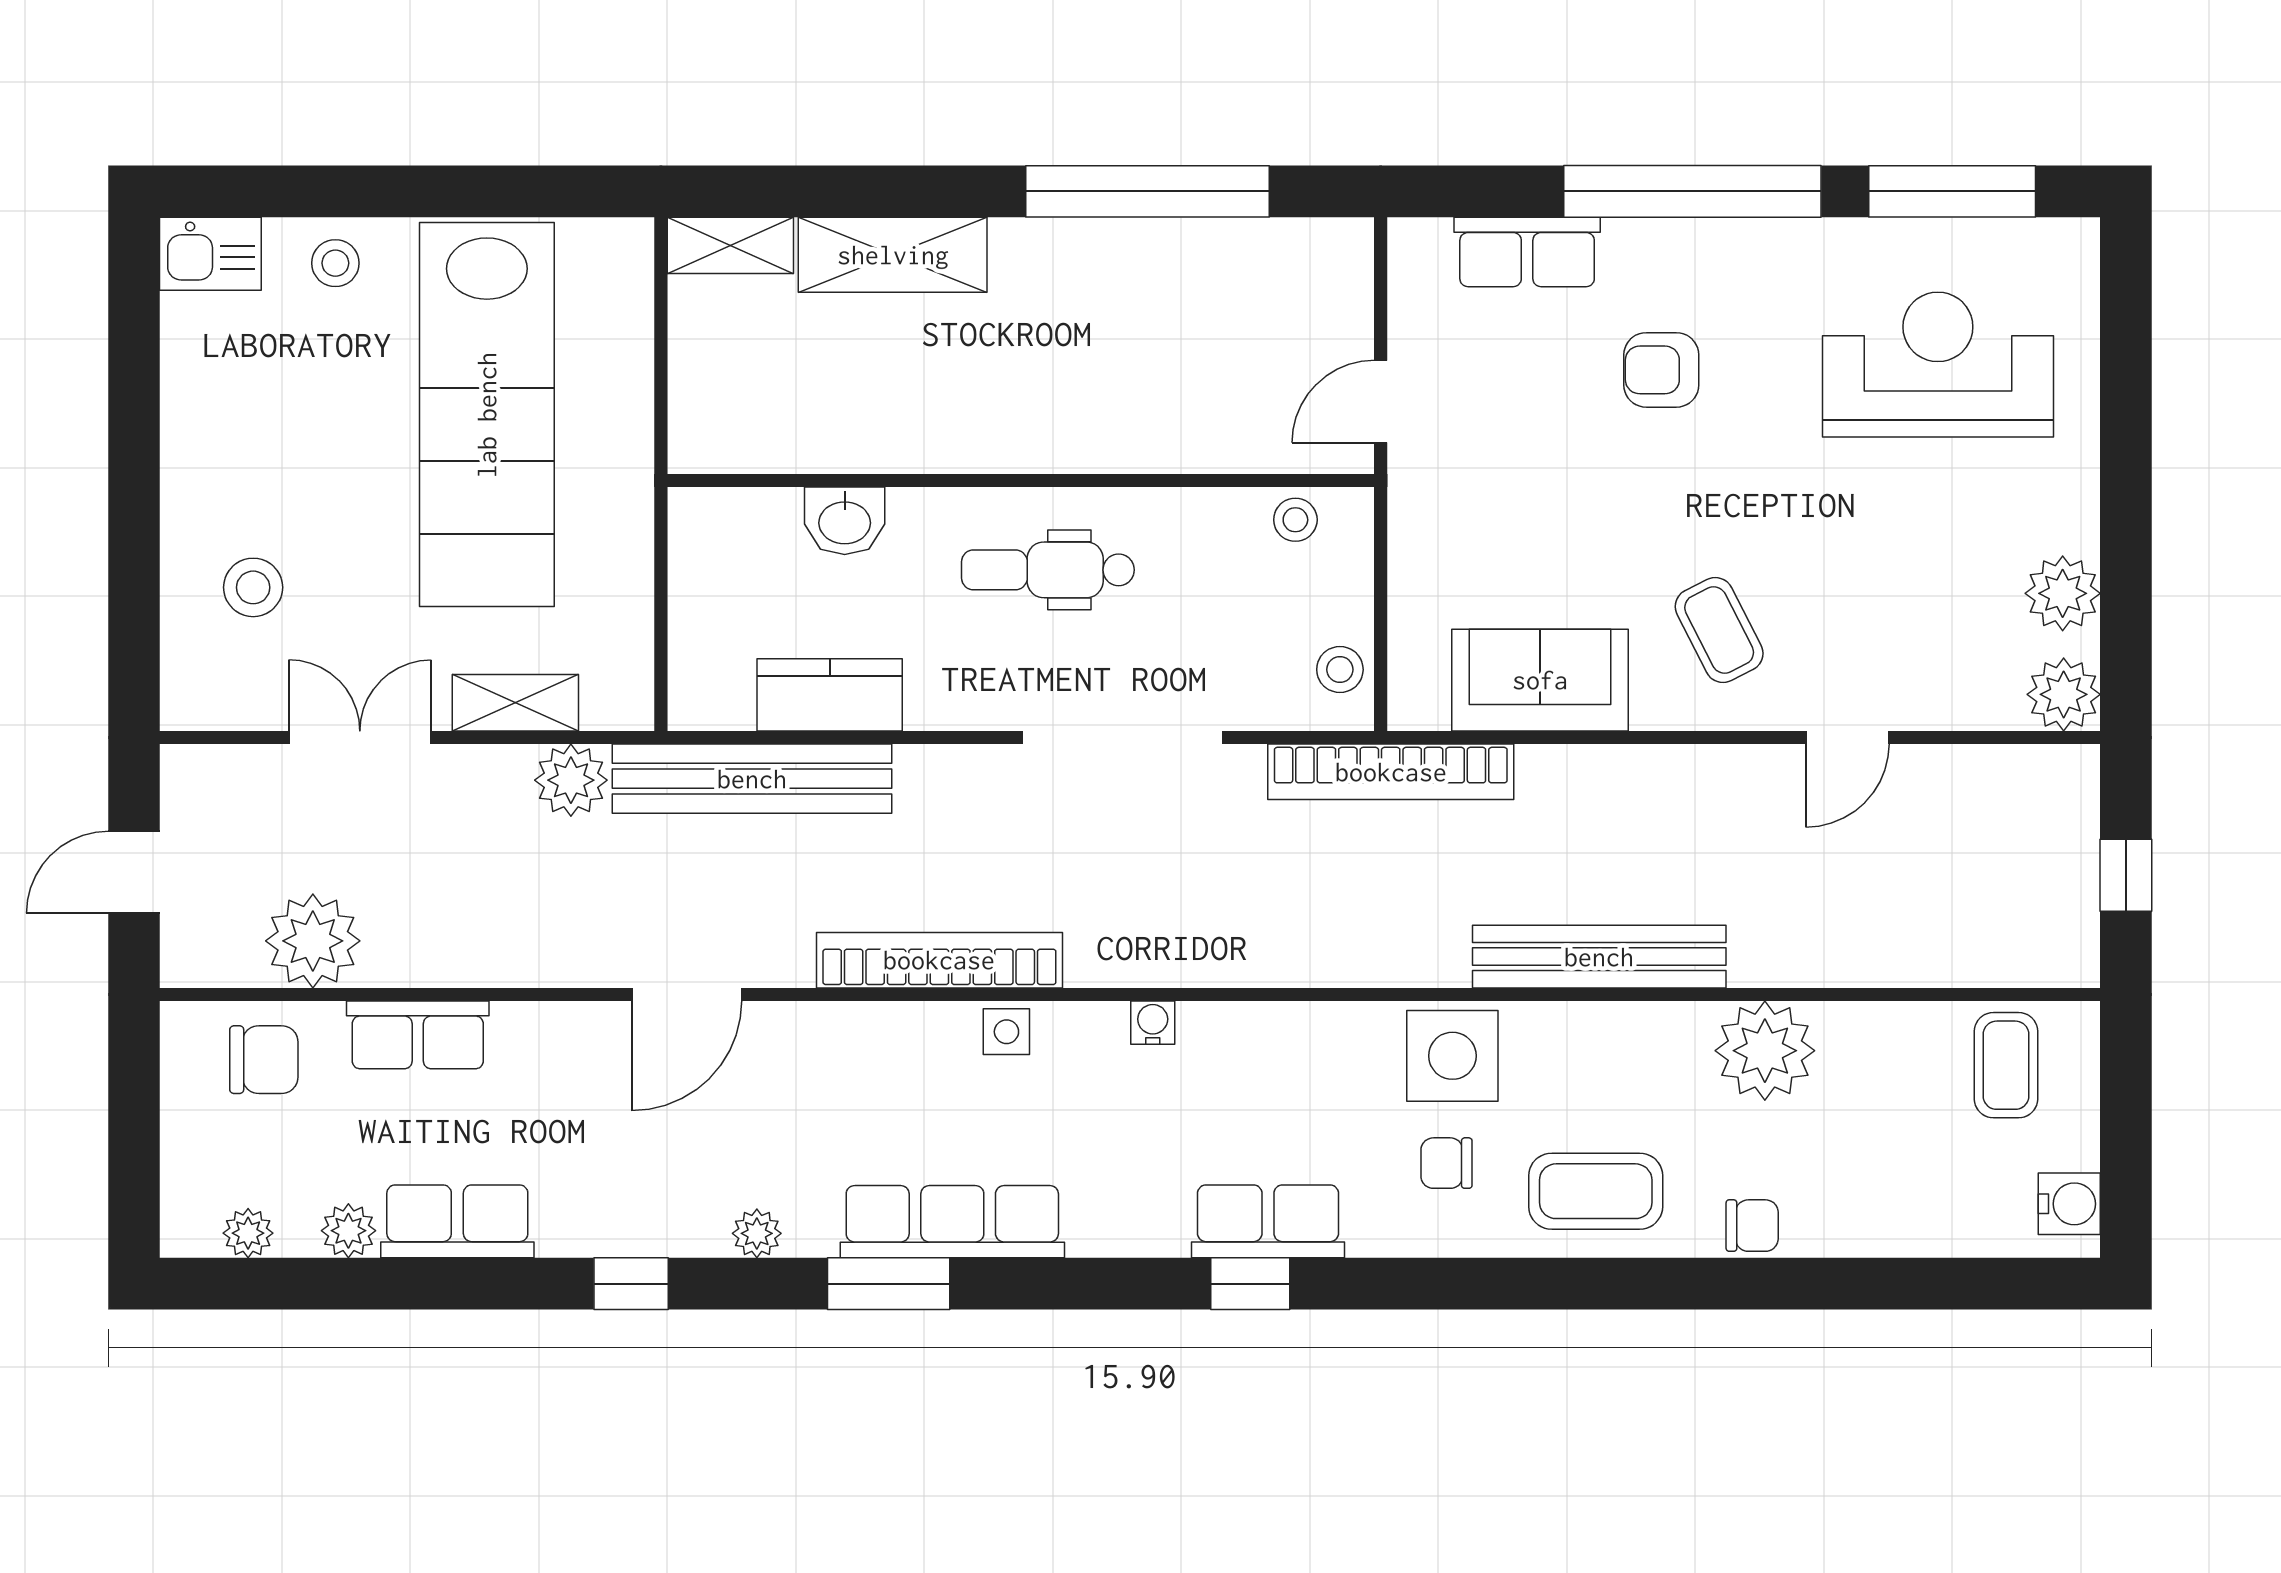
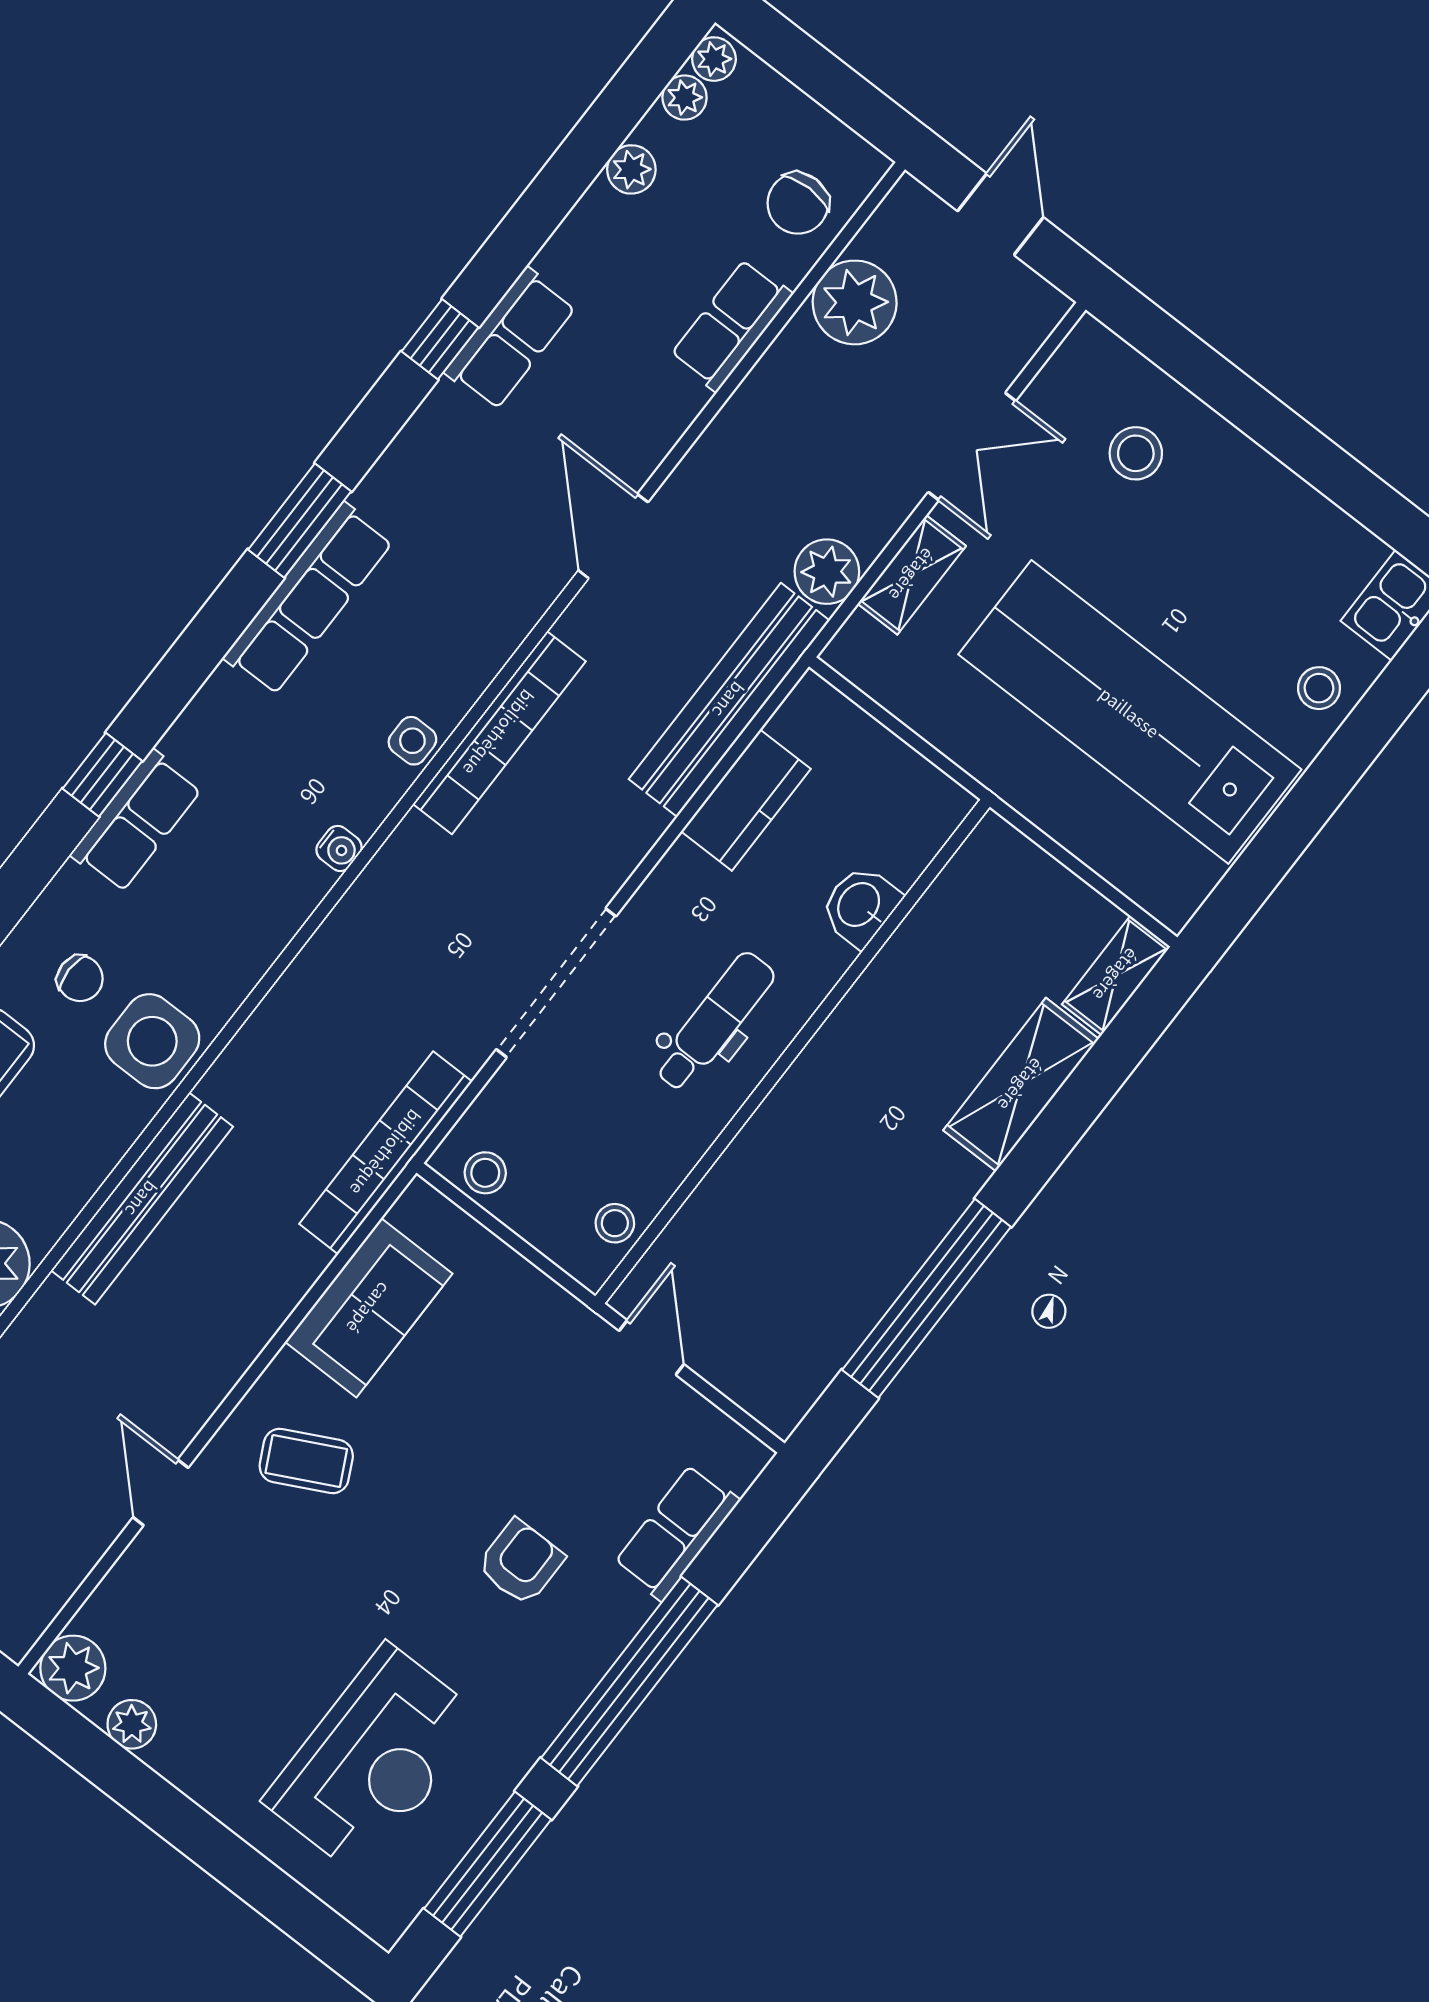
plant: (2063, 593) -> (132, 1724), width x0.73, depth x0.73
chair: (1446, 1163) -> (80, 978), turned 90
row of seats: (457, 1221) -> (511, 339), moved
plant: (757, 1233) -> (714, 59), moved

